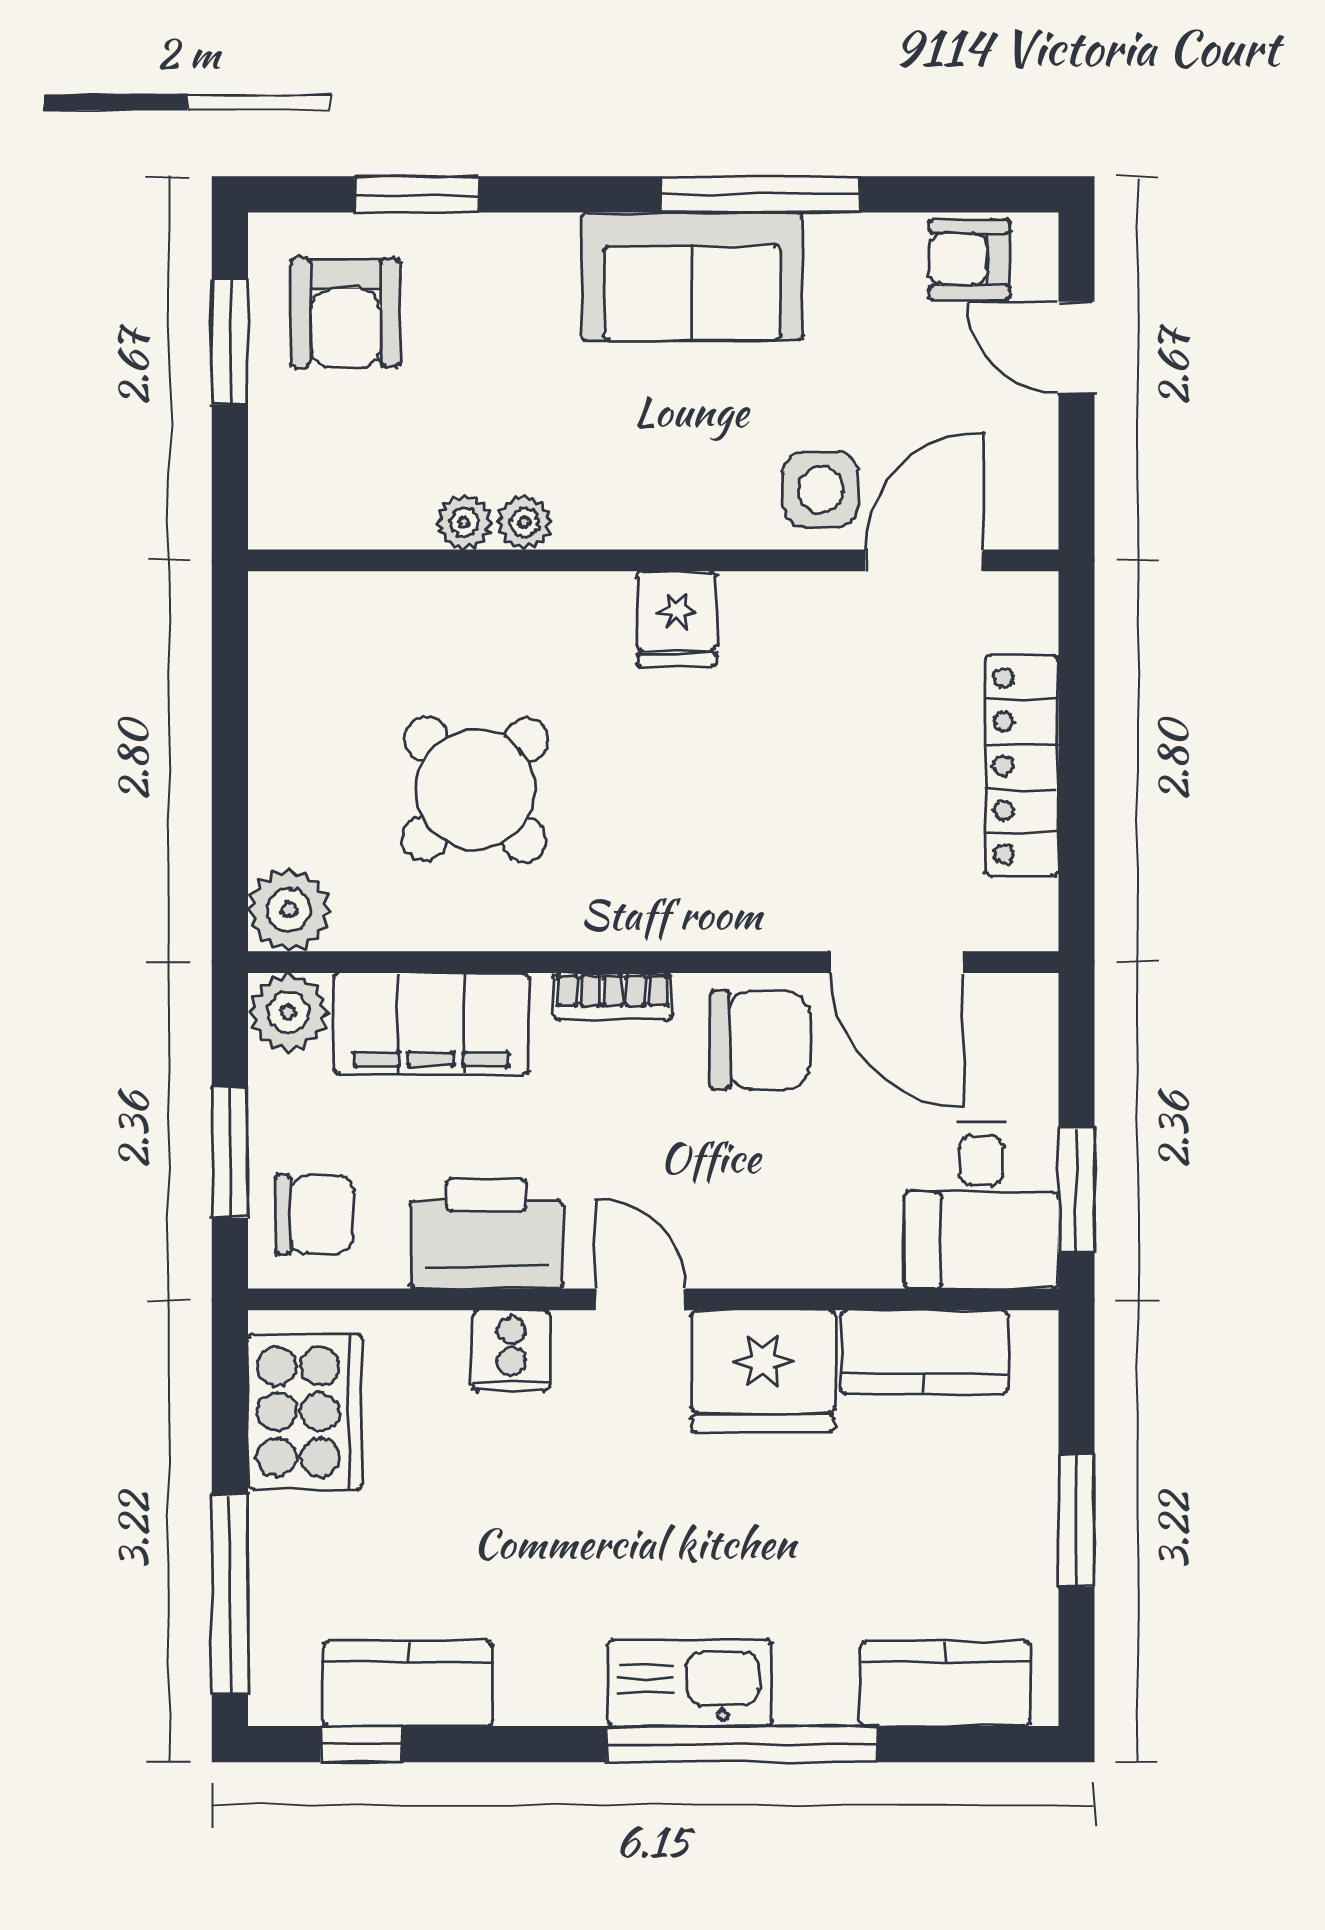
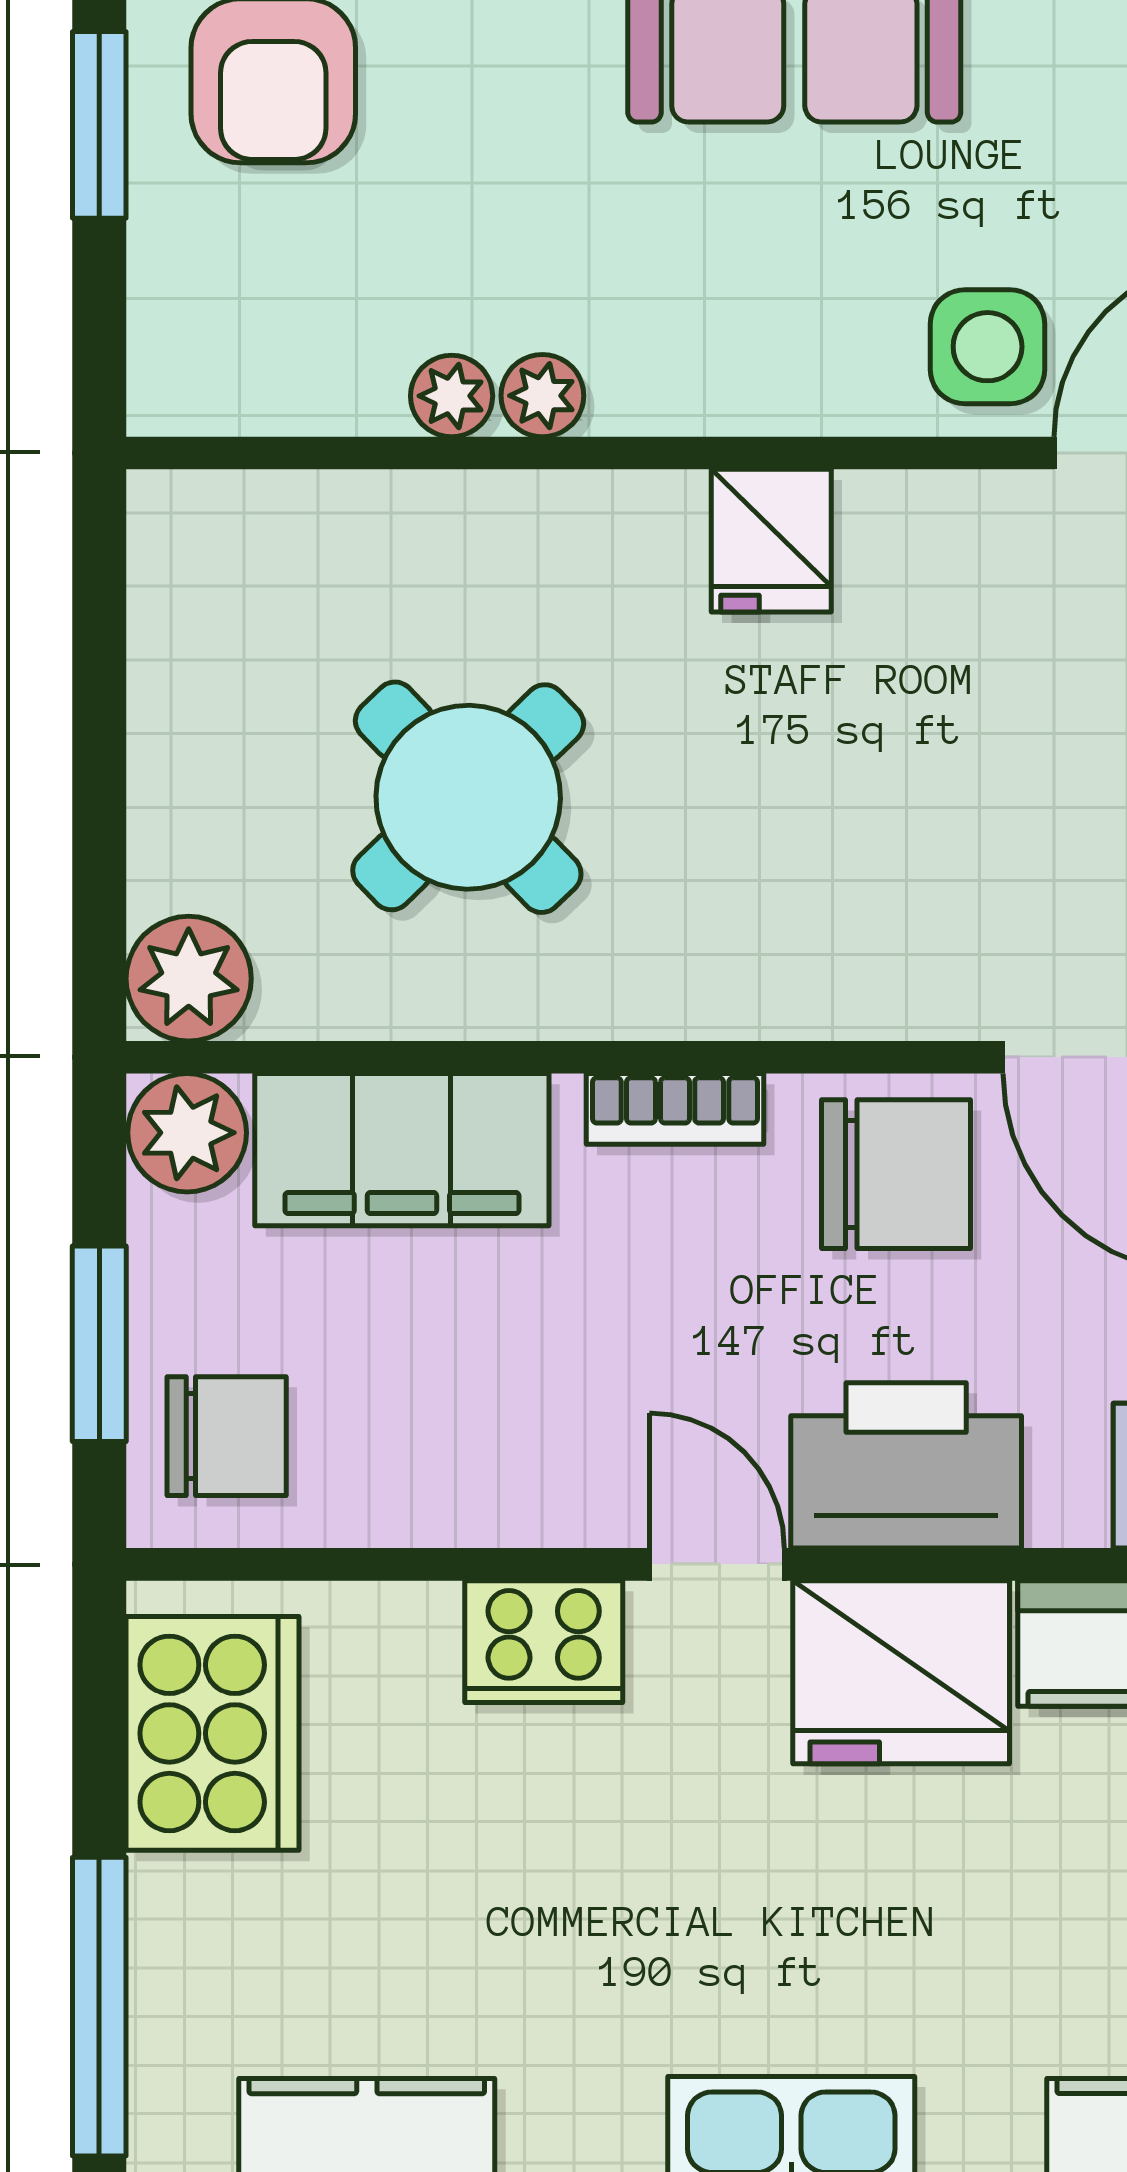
printer: (486, 1233) -> (906, 1465), moved
cooker: (511, 1351) -> (544, 1642), width x1.36

